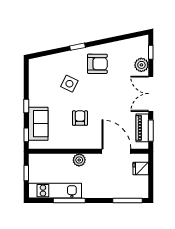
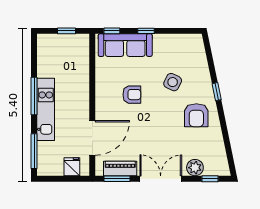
sofa: (38, 124) -> (125, 45), width x1.36
plant: (79, 160) -> (82, 94), removed
kitchen unit: (55, 191) -> (46, 109), moved
window: (69, 200) -> (34, 96), moved

